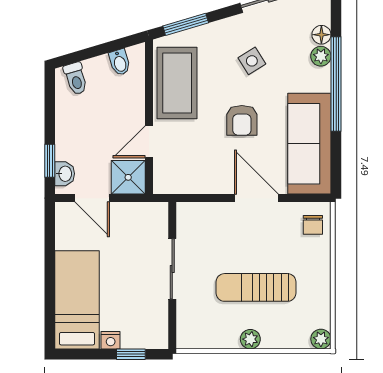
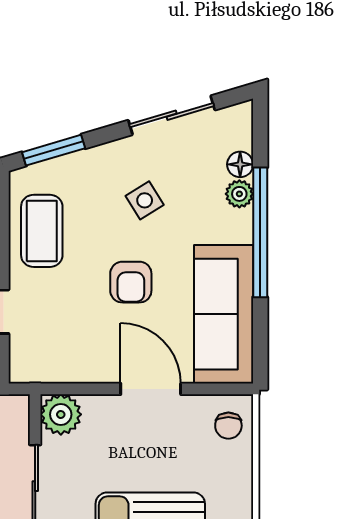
coffee table: (177, 83) -> (42, 231), width x0.73, depth x0.76
plant: (191, 217) -> (61, 414), added

